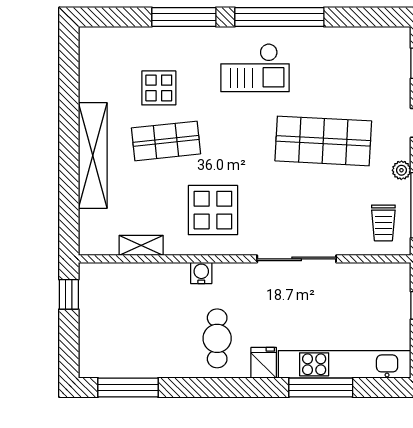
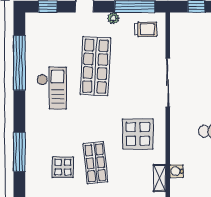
window: (279, 17) -> (19, 63), moved
checkout: (255, 68) -> (52, 88), moved
water cooler: (201, 273) -> (176, 171), moved

